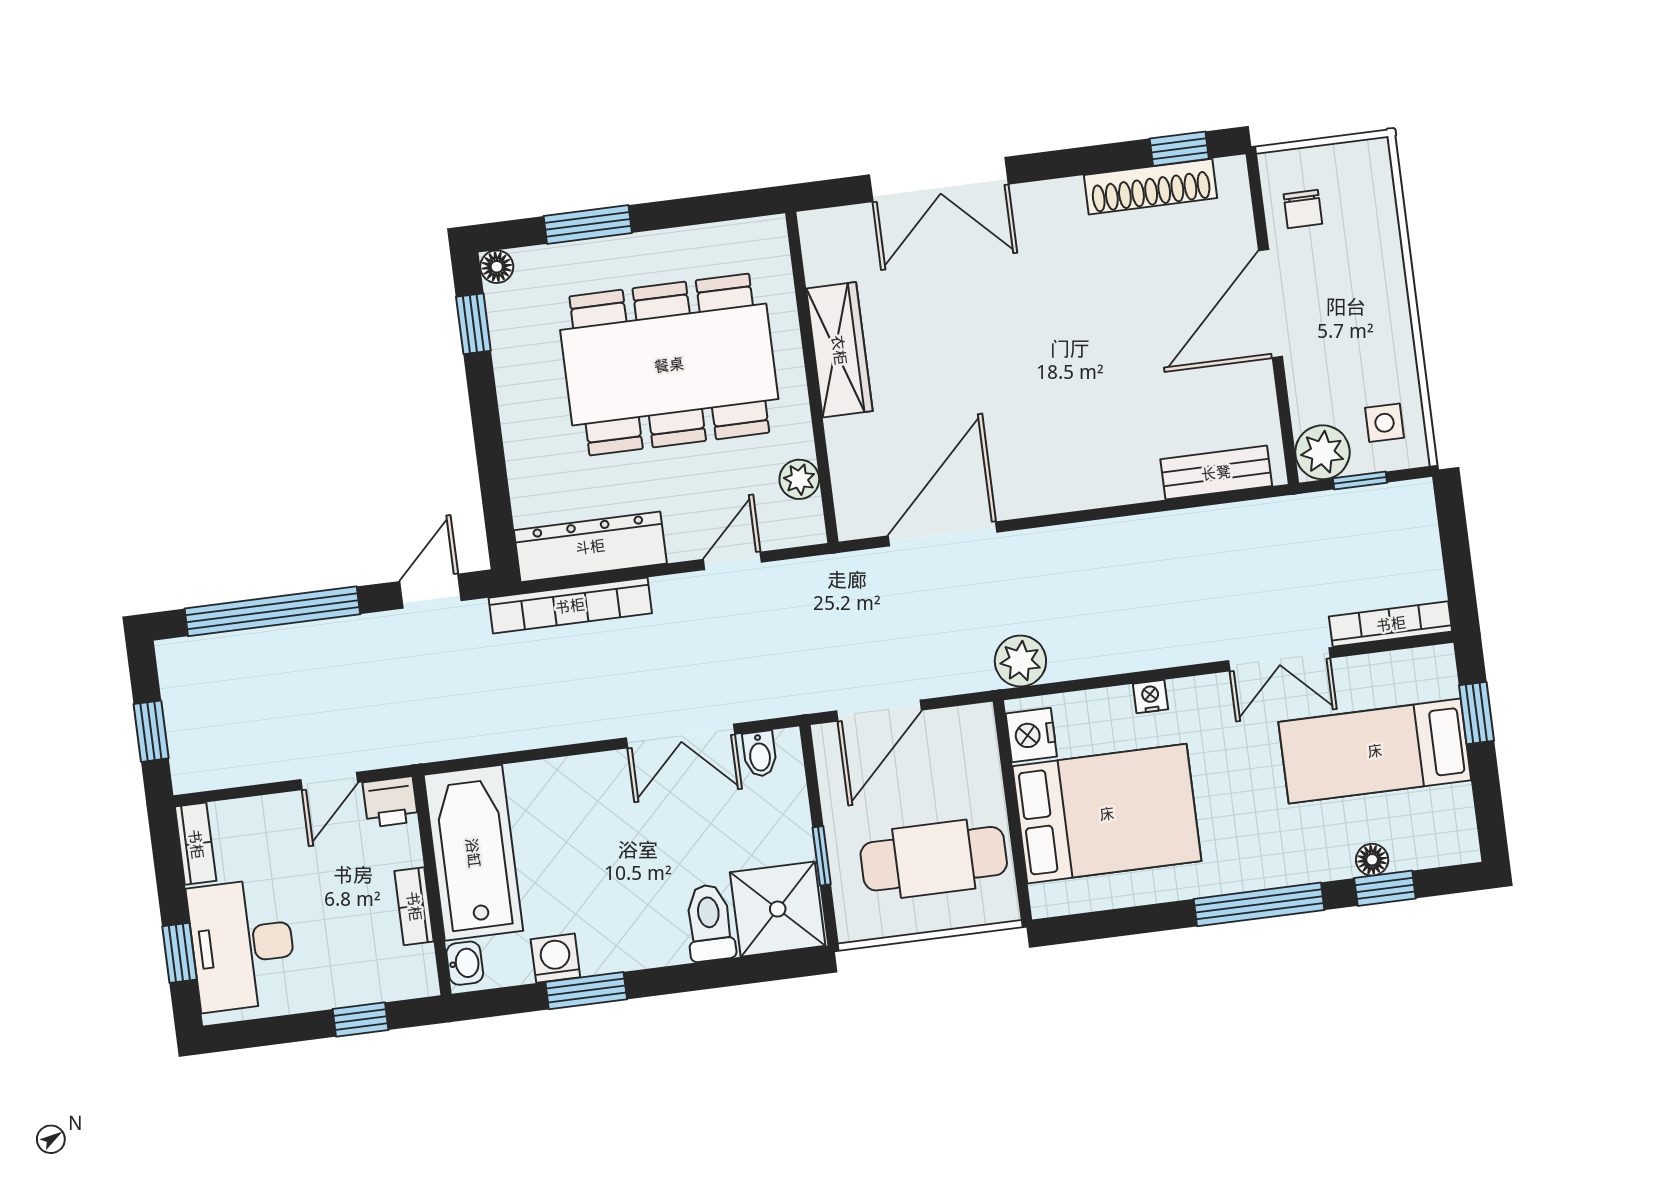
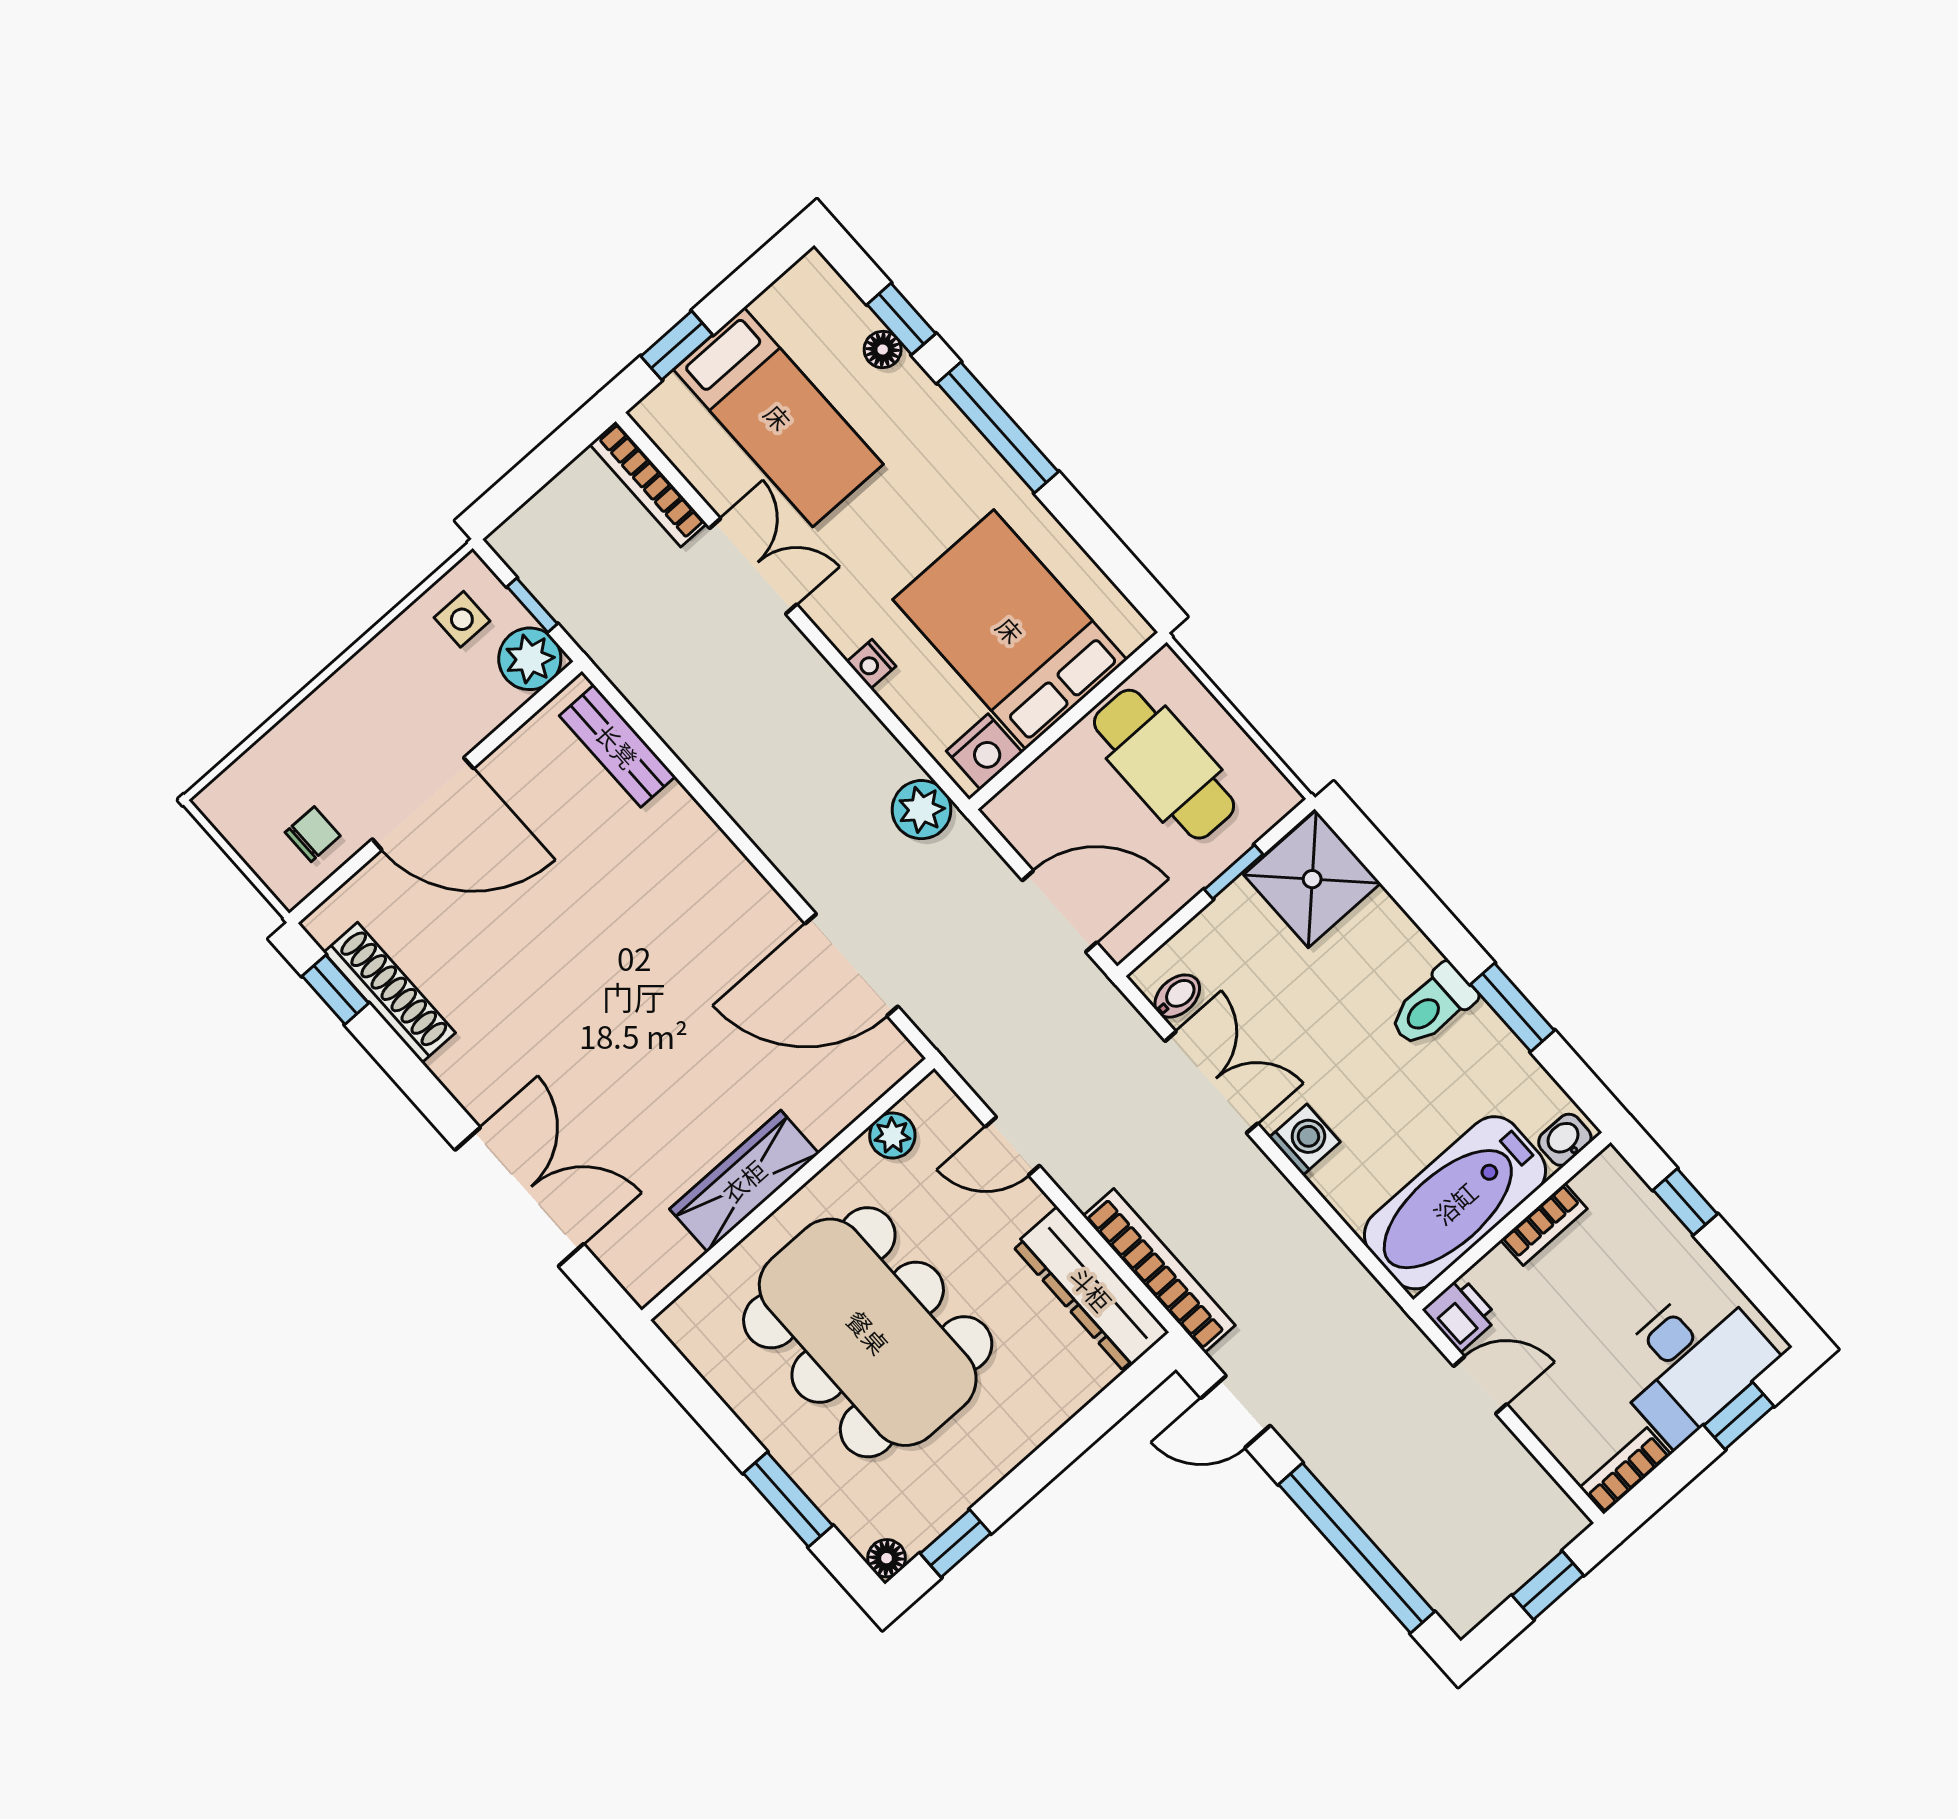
toilet: (710, 923) -> (1432, 1006), moved
washing machine: (555, 958) -> (1305, 1140), moved, turned 180

